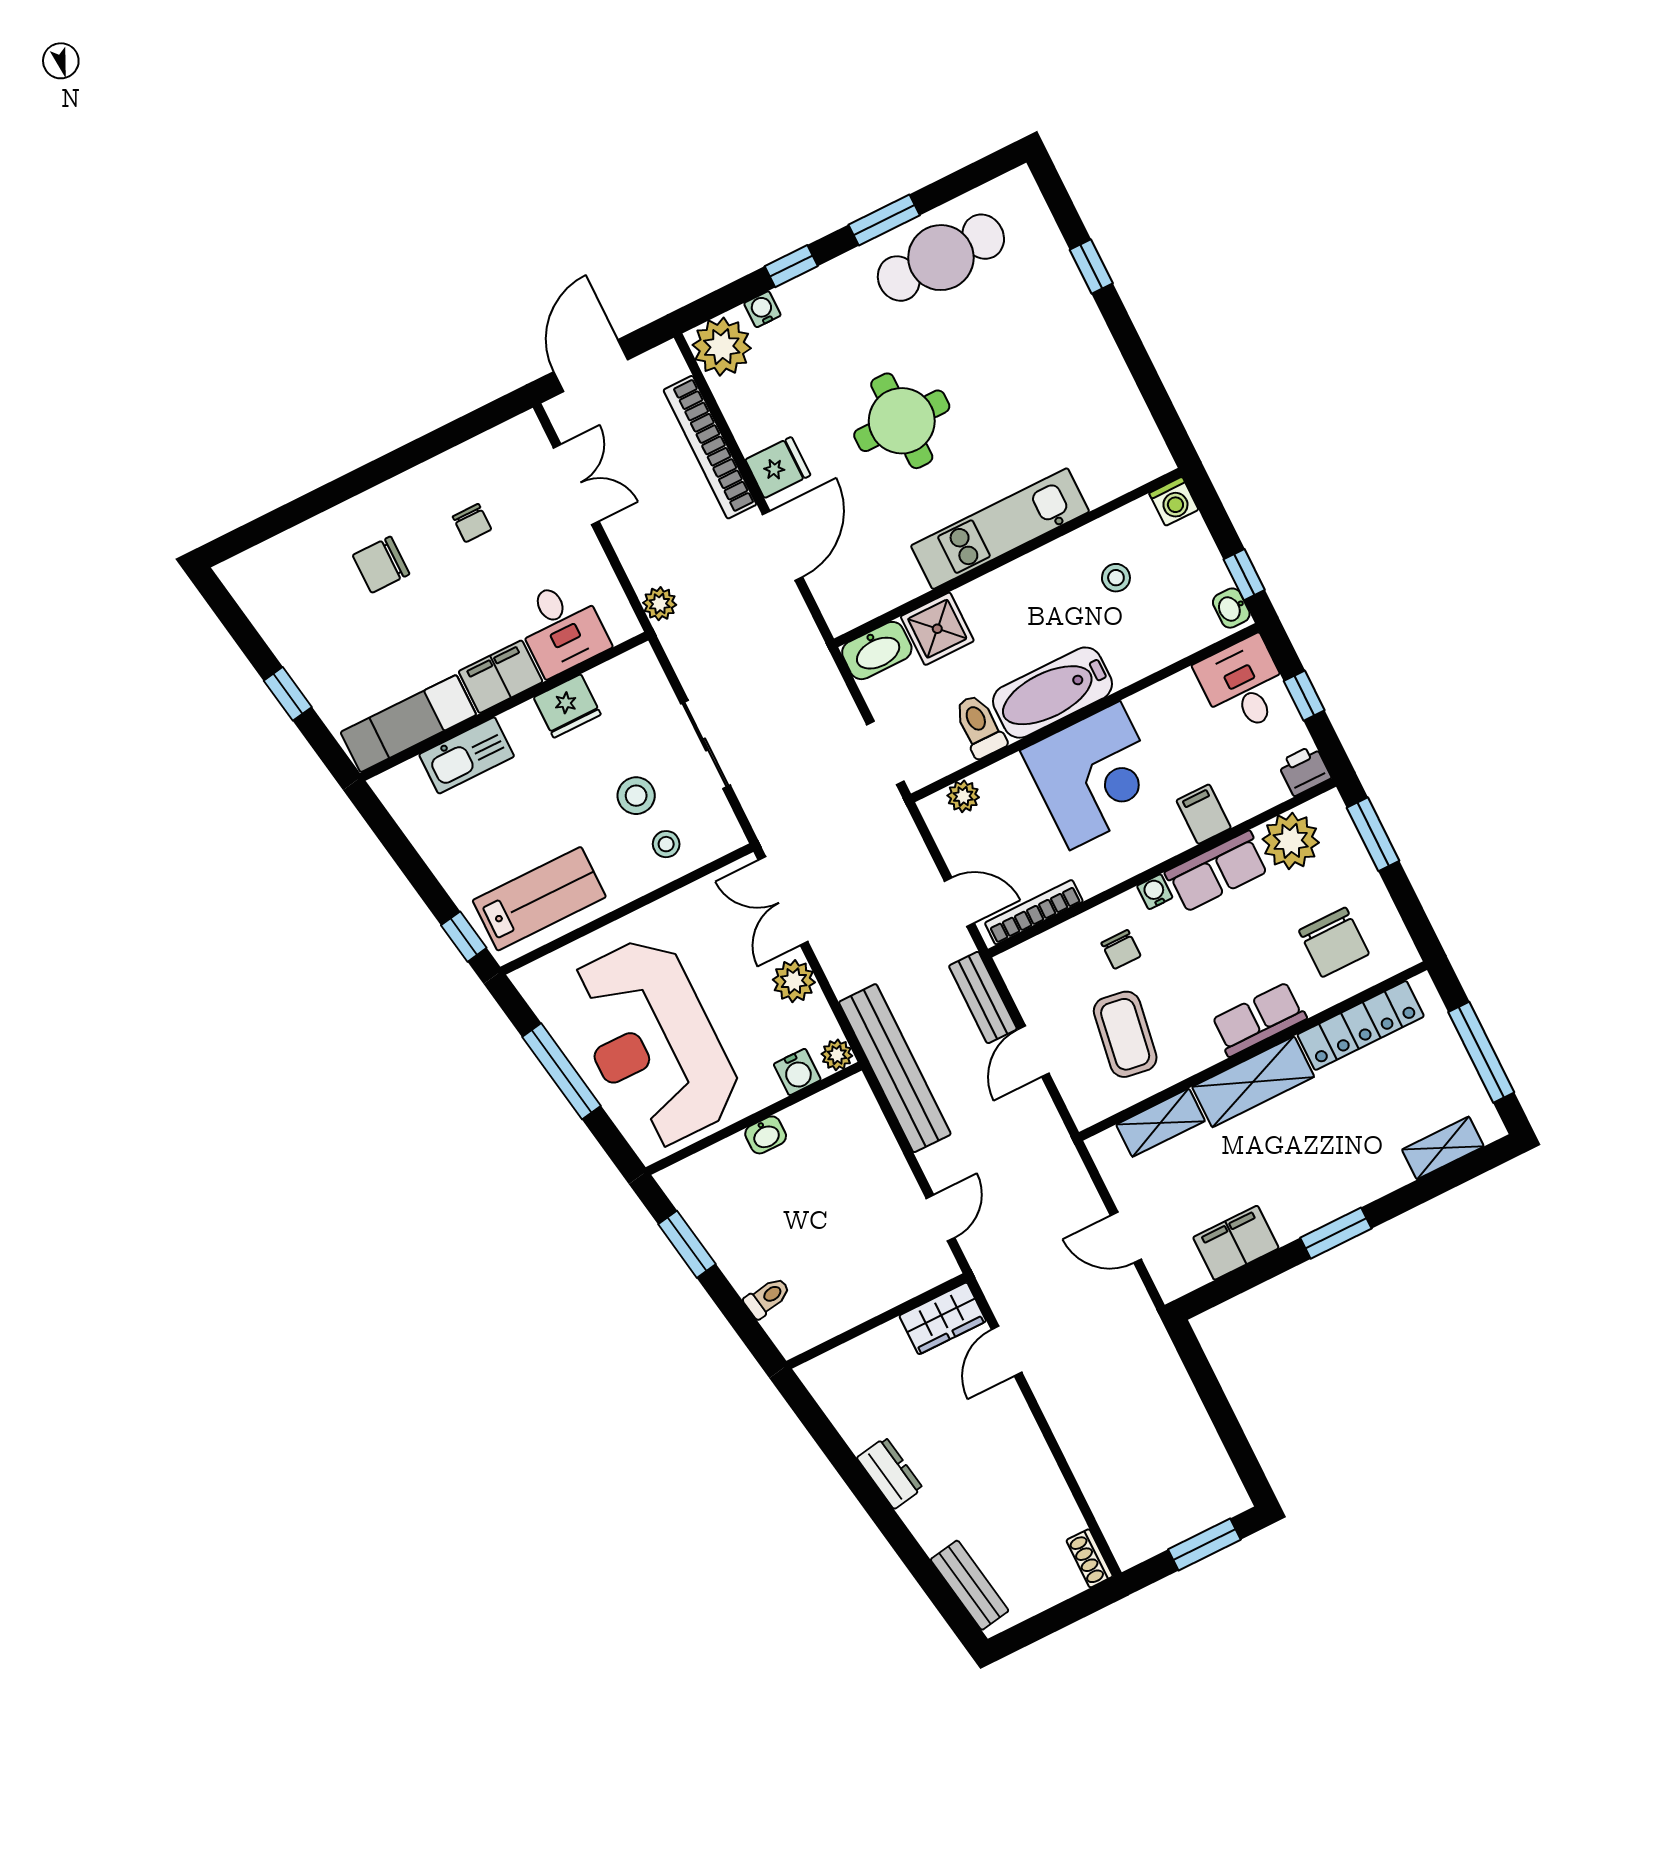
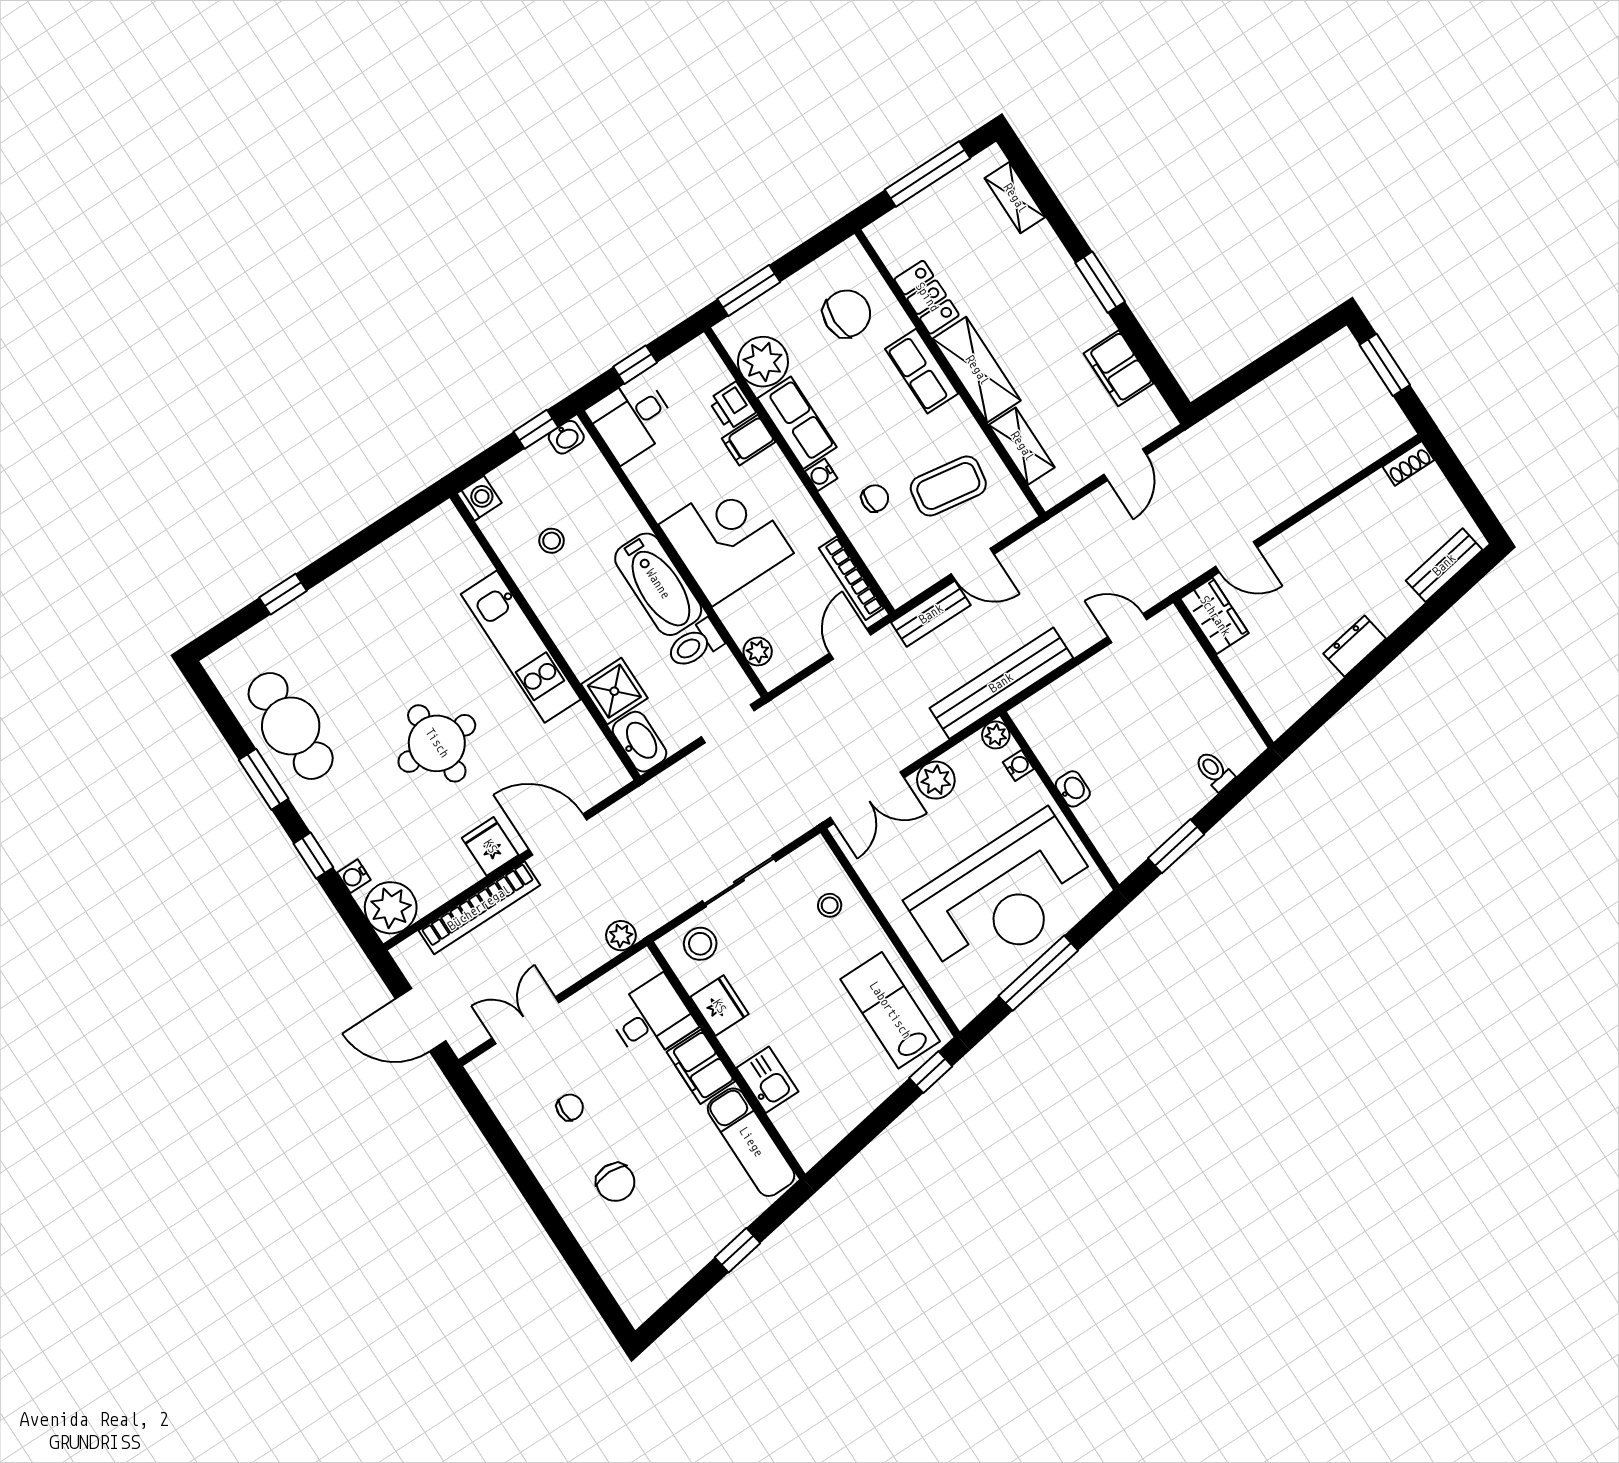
kitchen sink: (467, 755) -> (767, 1080), width x0.73
printer: (1304, 770) -> (732, 406), moved
stool: (636, 796) -> (700, 944), moved
locker: (1361, 1025) -> (927, 297), width x0.66
water cooler: (797, 1072) -> (1018, 765), width x0.72, depth x0.72

